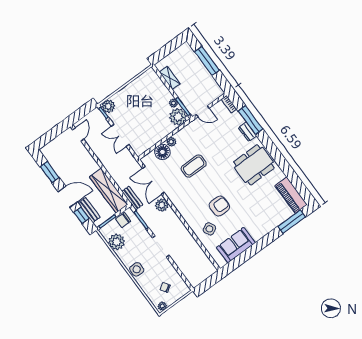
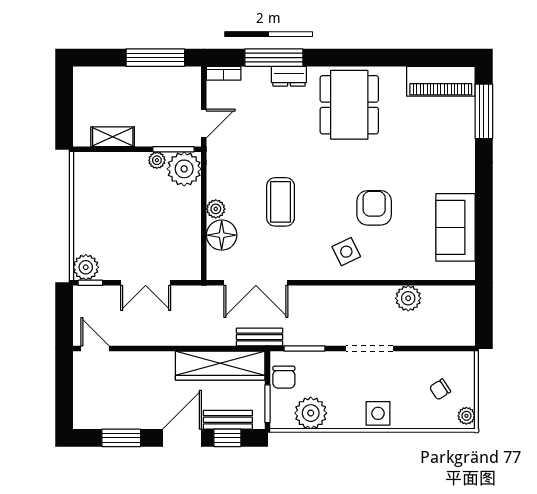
window: (207, 61) -> (155, 58), moved
plant: (162, 205) -> (408, 298), moved
side table: (209, 229) -> (346, 252), moved

